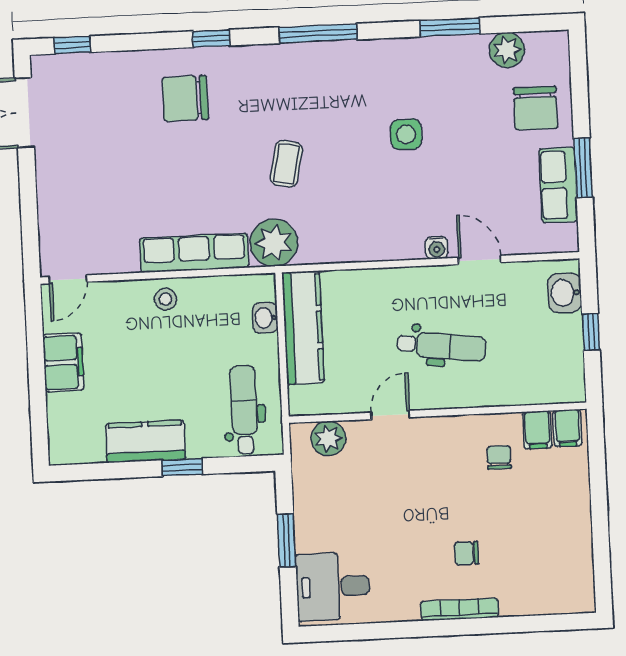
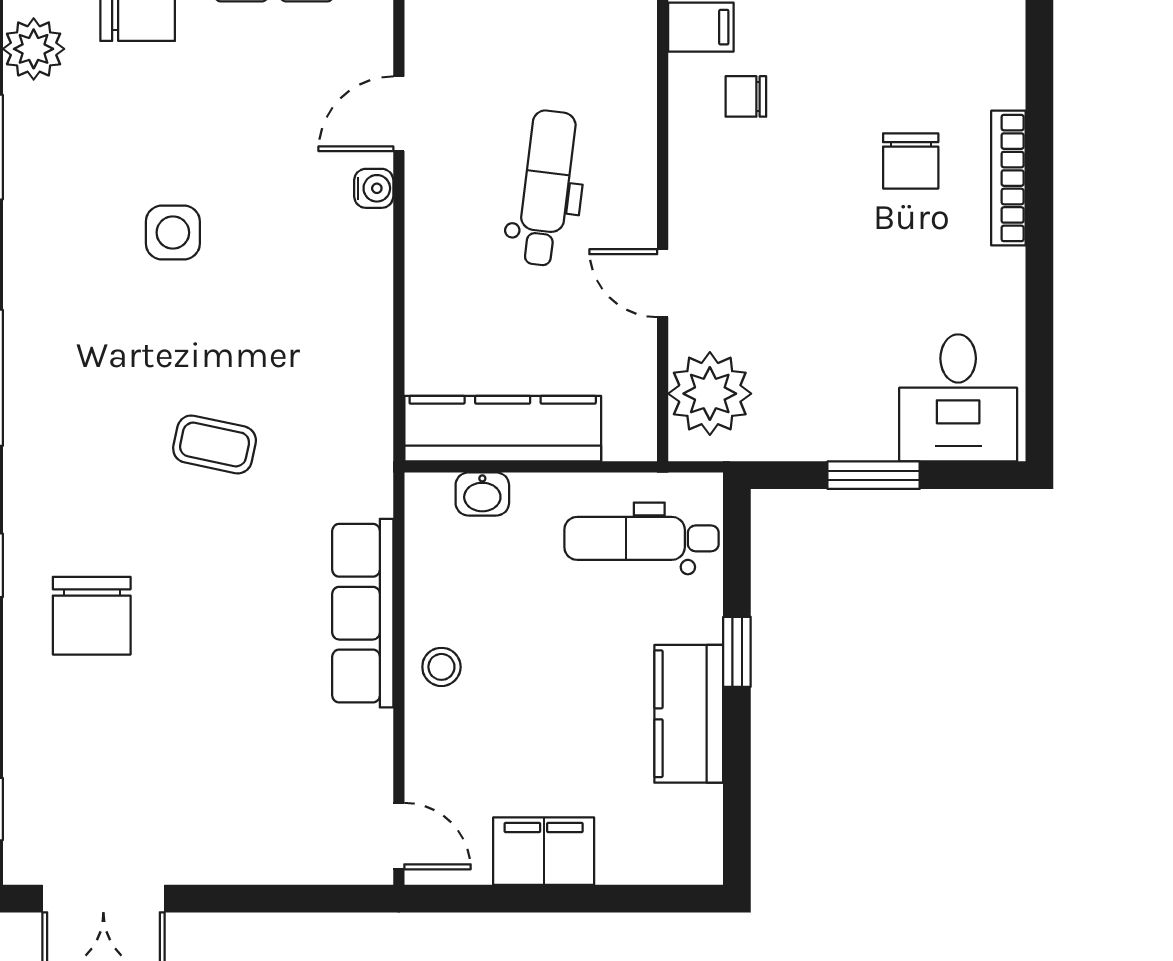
plant: (274, 243) -> (352, 473), removed
plant: (328, 438) -> (710, 394), width x1.36, depth x1.36
chair: (467, 553) -> (911, 161), width x1.37, depth x1.37

